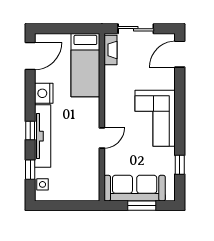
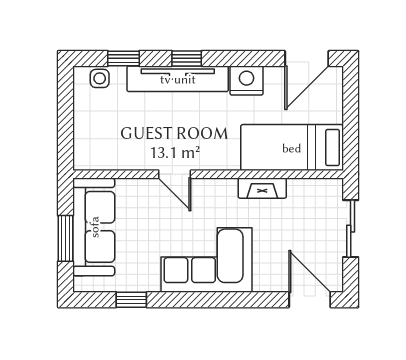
fireplace: (111, 50) -> (262, 188), moved
door: (30, 56) -> (307, 58), hinge flipped

